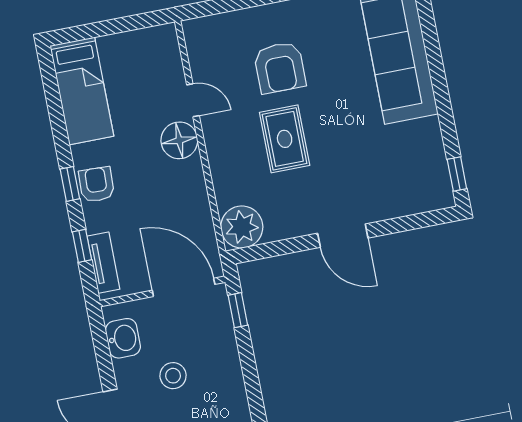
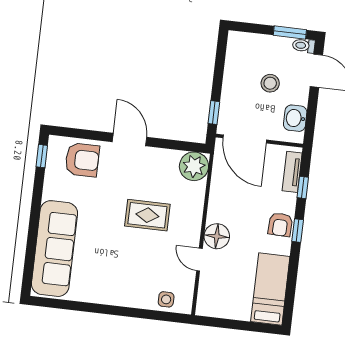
side table: (222, 31) -> (166, 299), added
armchair: (280, 68) -> (82, 160), moved, turned 90
rug: (285, 139) -> (147, 215), turned 90

